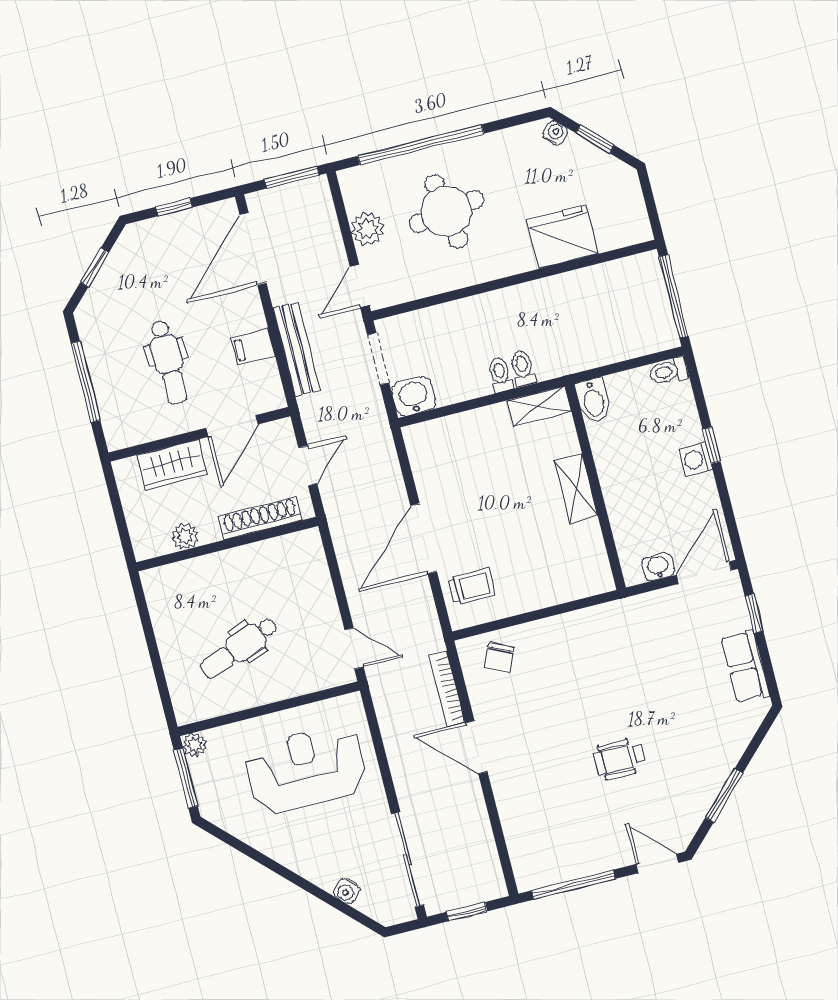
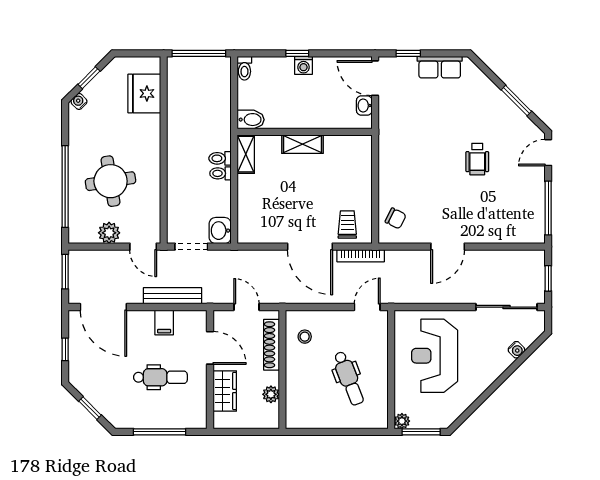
fridge: (562, 237) -> (144, 93), moved
stool: (285, 565) -> (305, 337), added
bookcase: (447, 689) -> (361, 256), moved

